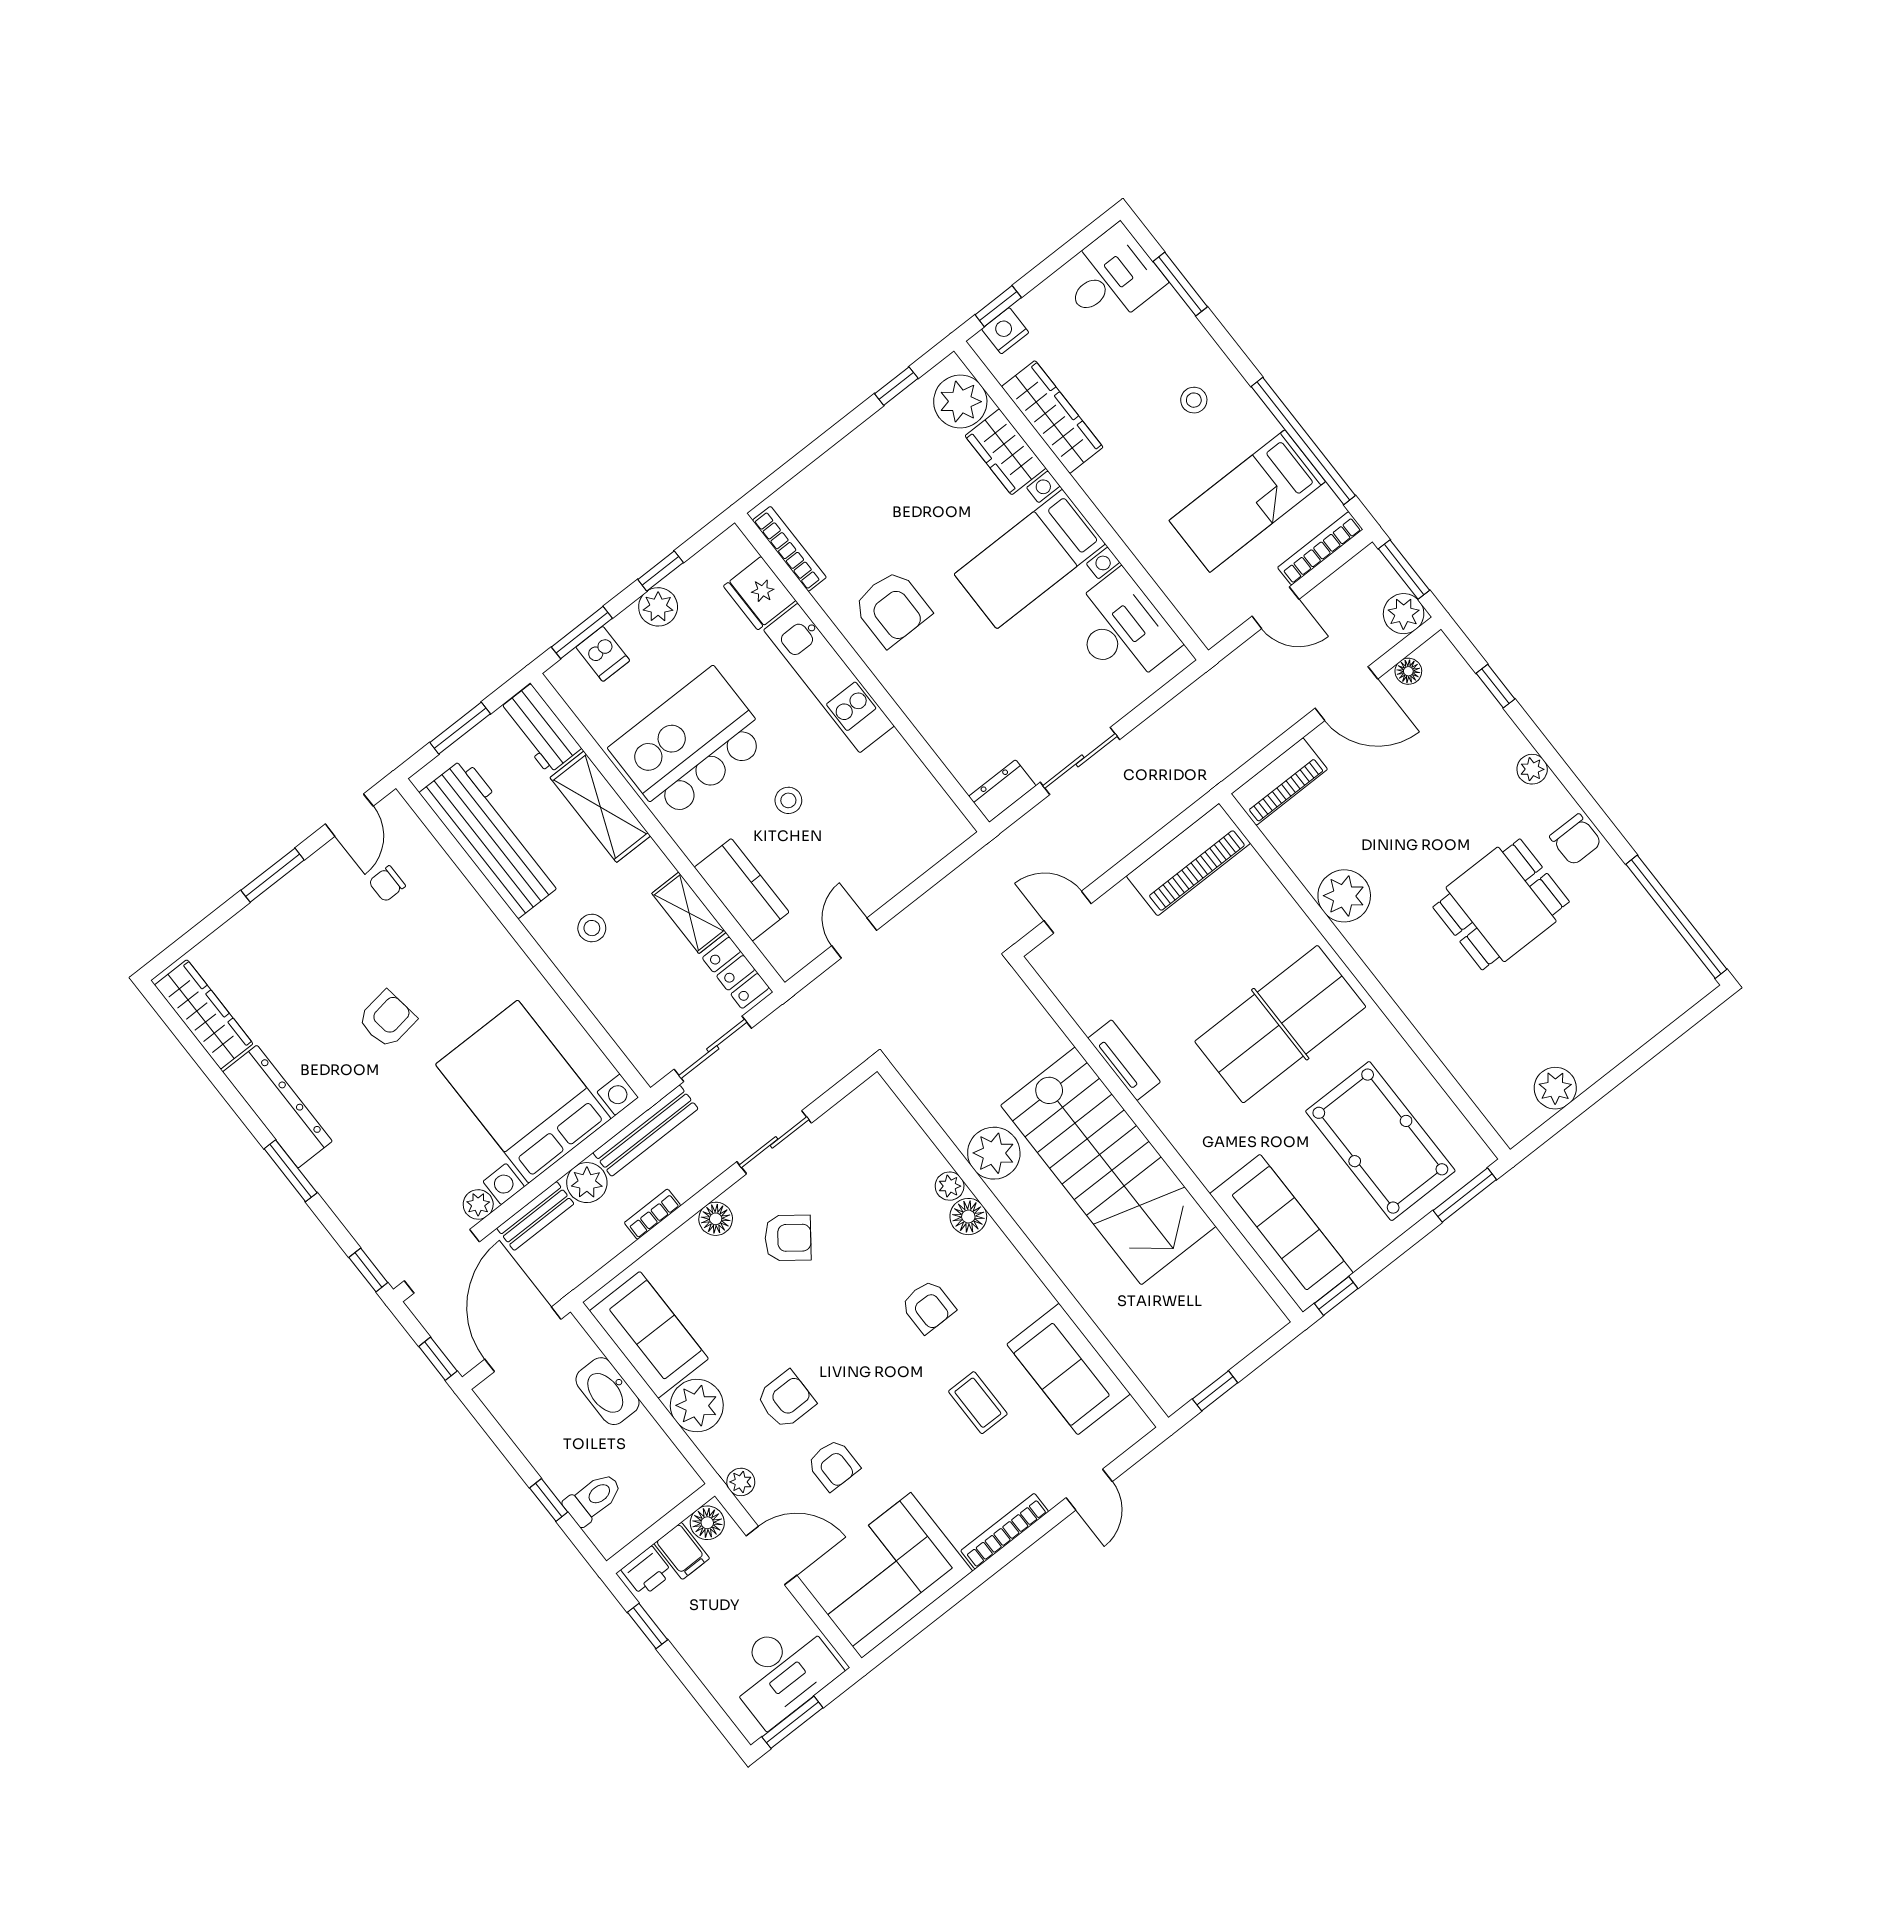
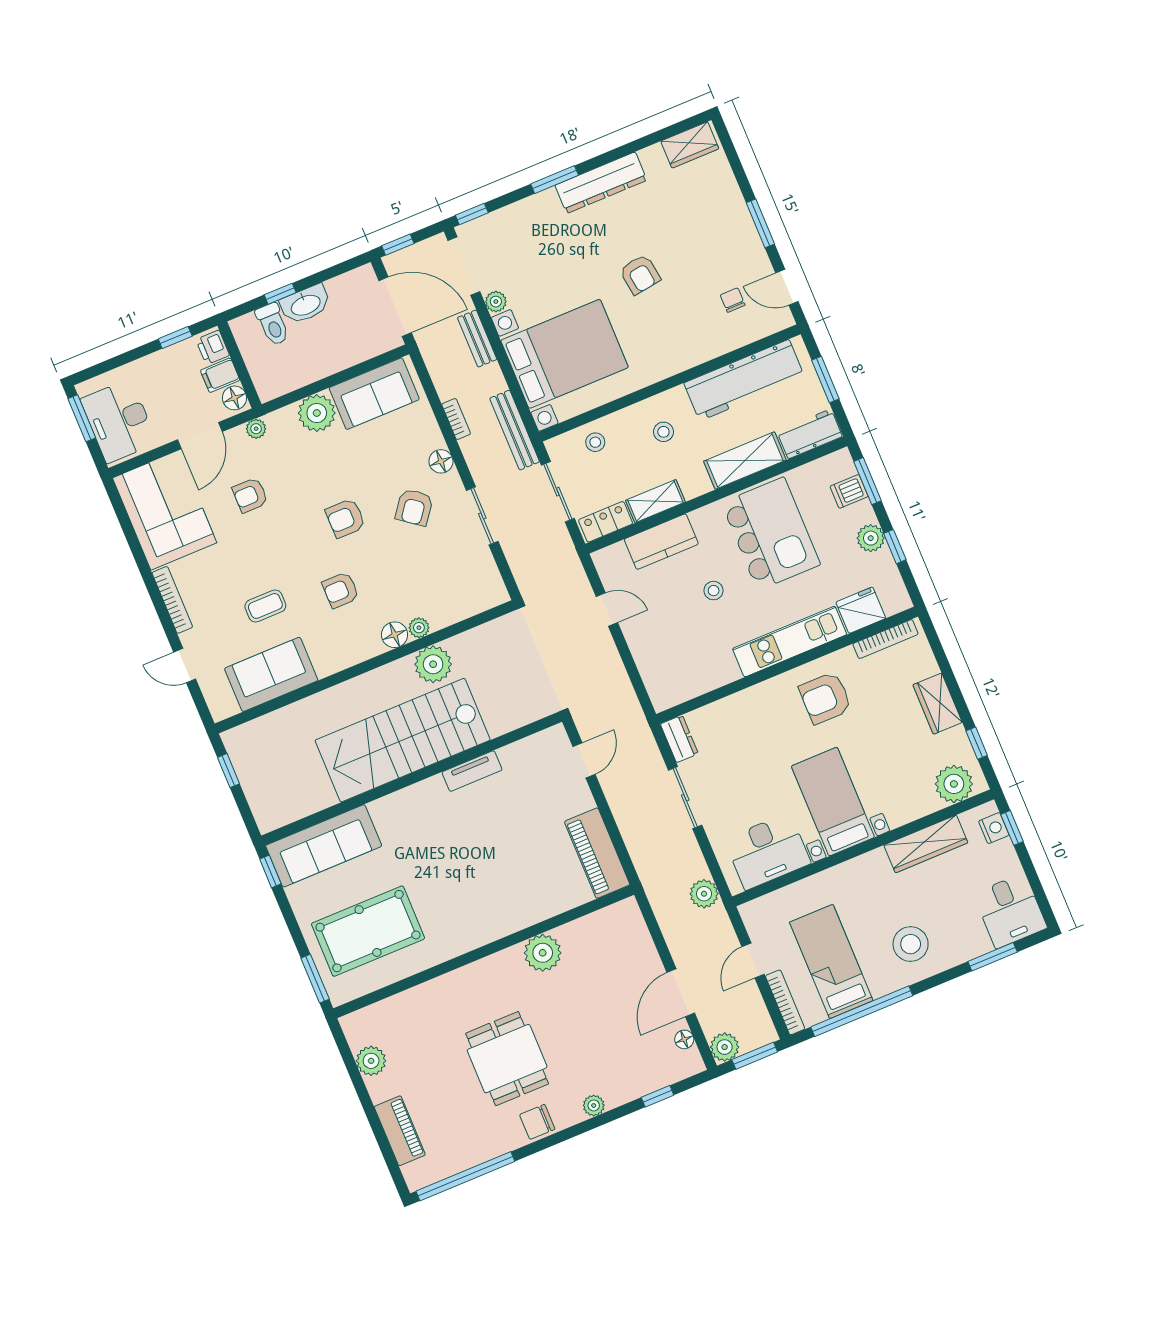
stool: (1194, 400) -> (911, 944), width x1.89, depth x1.89
wardrobe: (1005, 452) -> (938, 704), moved, turned -90
piano: (1279, 782) -> (400, 1131), moved, turned 180
wardrobe: (204, 1014) -> (690, 145), width x0.67
stool: (632, 1017) -> (595, 442), added
table tennis table: (1280, 1024) -> (467, 885), removed
plant: (587, 1183) -> (704, 894), moved
washbasin: (607, 1391) -> (305, 304), moved, turned 180
armchair: (786, 1400) -> (345, 518), moved, turned 90

